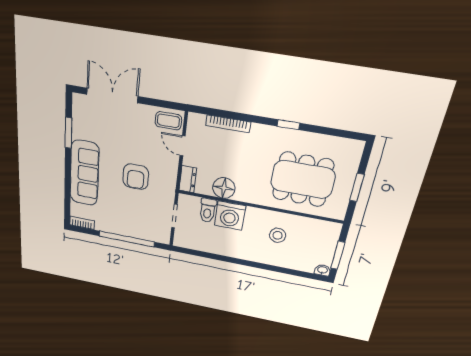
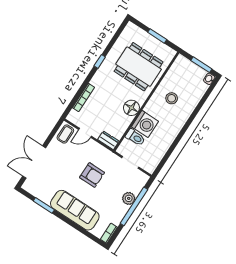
dining table: (303, 179) -> (139, 67), turned 90
floor lamp: (224, 188) -> (131, 108), moved
plant: (132, 230) -> (129, 198), added

